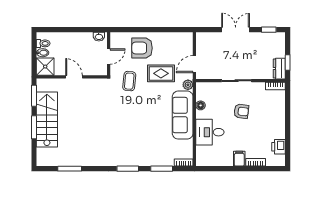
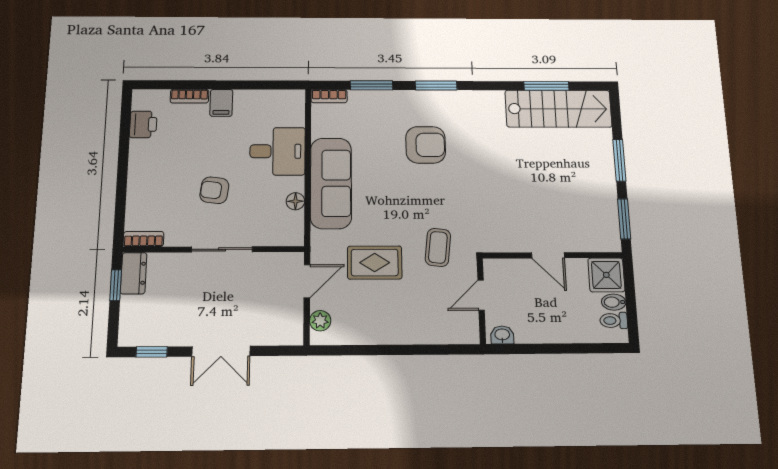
armchair: (142, 48) -> (426, 145), moved
plant: (188, 85) -> (320, 321), moved
stairs: (47, 120) -> (558, 109), moved, turned -90

